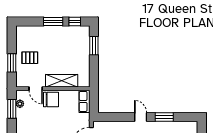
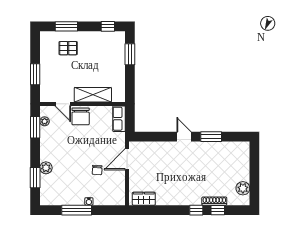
window: (53, 21) -> (66, 26), moved
pallet: (30, 58) -> (68, 48), moved
chair: (51, 99) -> (81, 116), turned 90

